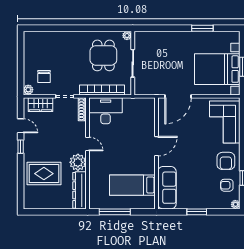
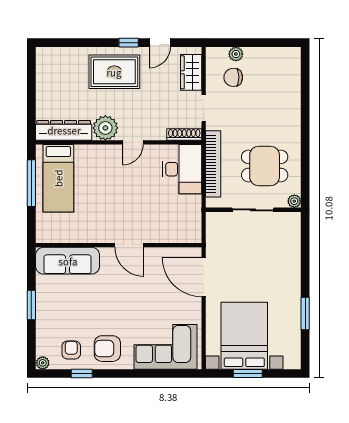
plant: (28, 90) -> (236, 54), moved
rug: (44, 174) -> (114, 72), moved, turned 90
bed: (132, 185) -> (58, 178), moved, turned 180

